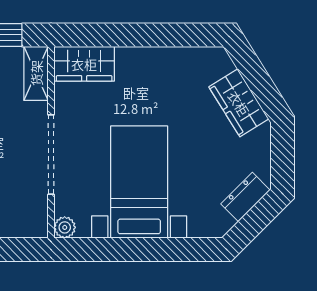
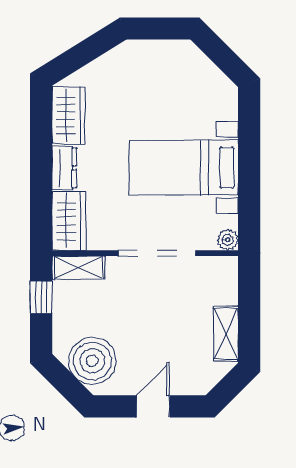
wardrobe: (239, 103) -> (69, 115), moved, turned -58
dresser: (245, 197) -> (64, 168), moved, turned -135

